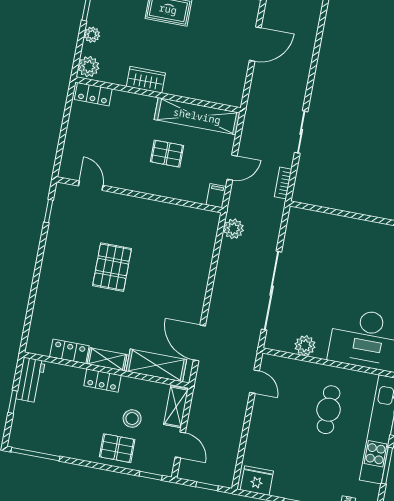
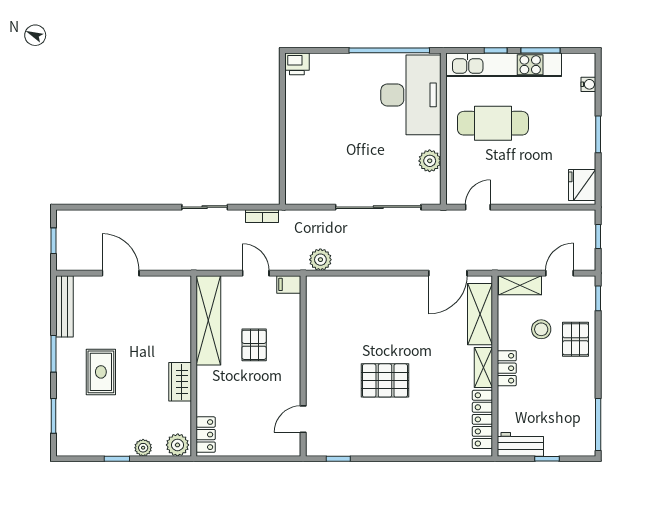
locker: (69, 351) -> (482, 419), width x1.53
cafe table: (329, 410) -> (493, 123), width x1.37, depth x1.35

